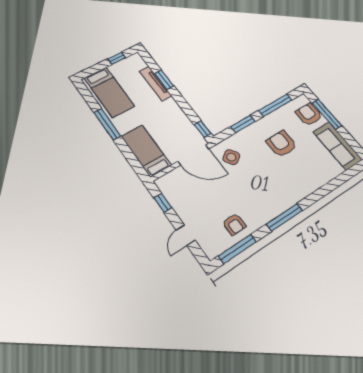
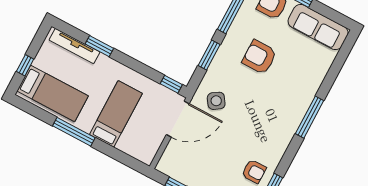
window: (117, 58) -> (25, 65), moved
tv unit: (155, 83) -> (74, 46), moved
bed: (146, 151) -> (116, 114), moved, turned 90
window: (284, 217) -> (310, 117), moved

